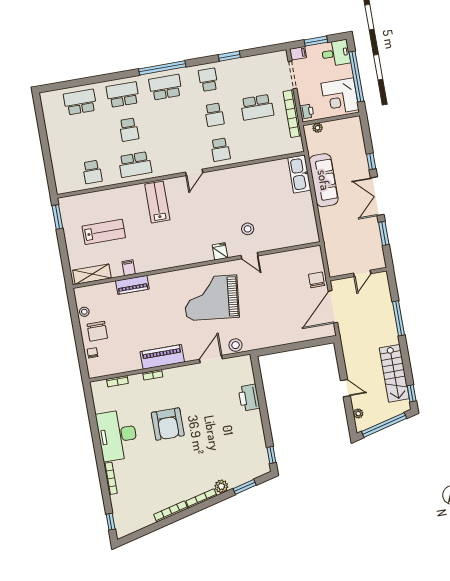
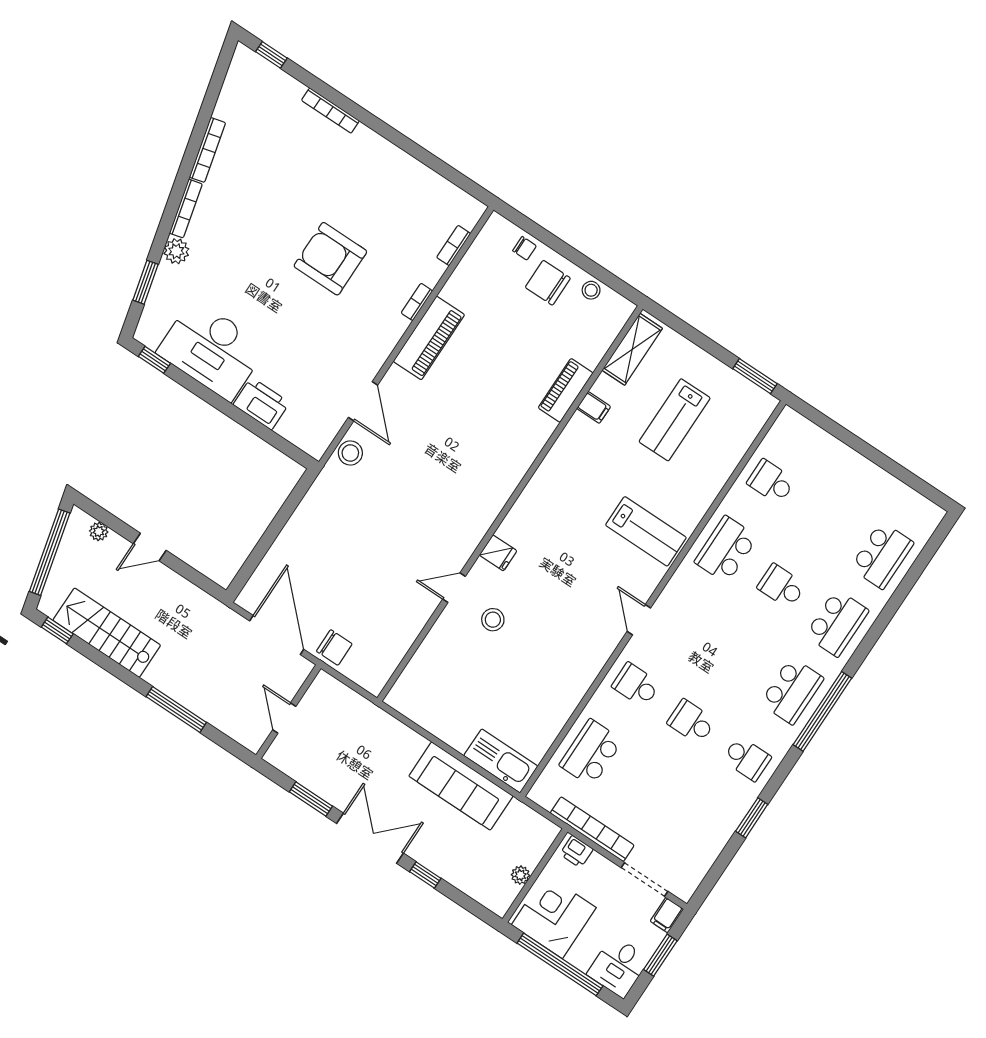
school desk: (257, 107) -> (591, 753), moved
plant: (318, 128) -> (520, 875), moved
grand piano: (211, 298) -> (446, 481), removed
desk: (117, 435) -> (212, 350), moved, turned 180

